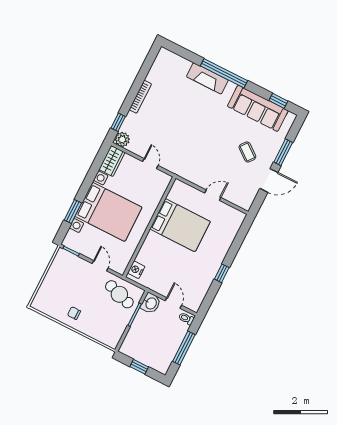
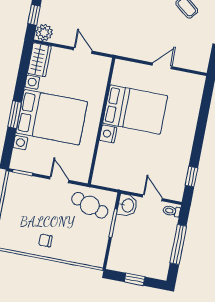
window: (73, 211) -> (15, 115), moved
nightstand: (136, 270) -> (108, 134), moved
window: (222, 273) -> (191, 177), moved

